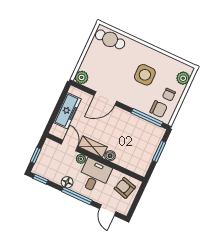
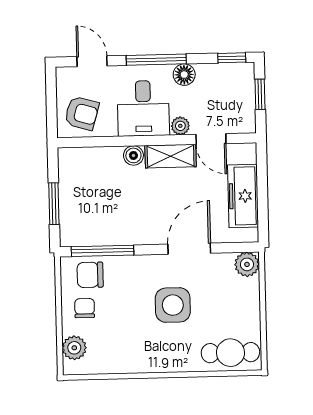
side table: (145, 75) -> (173, 305), moved

